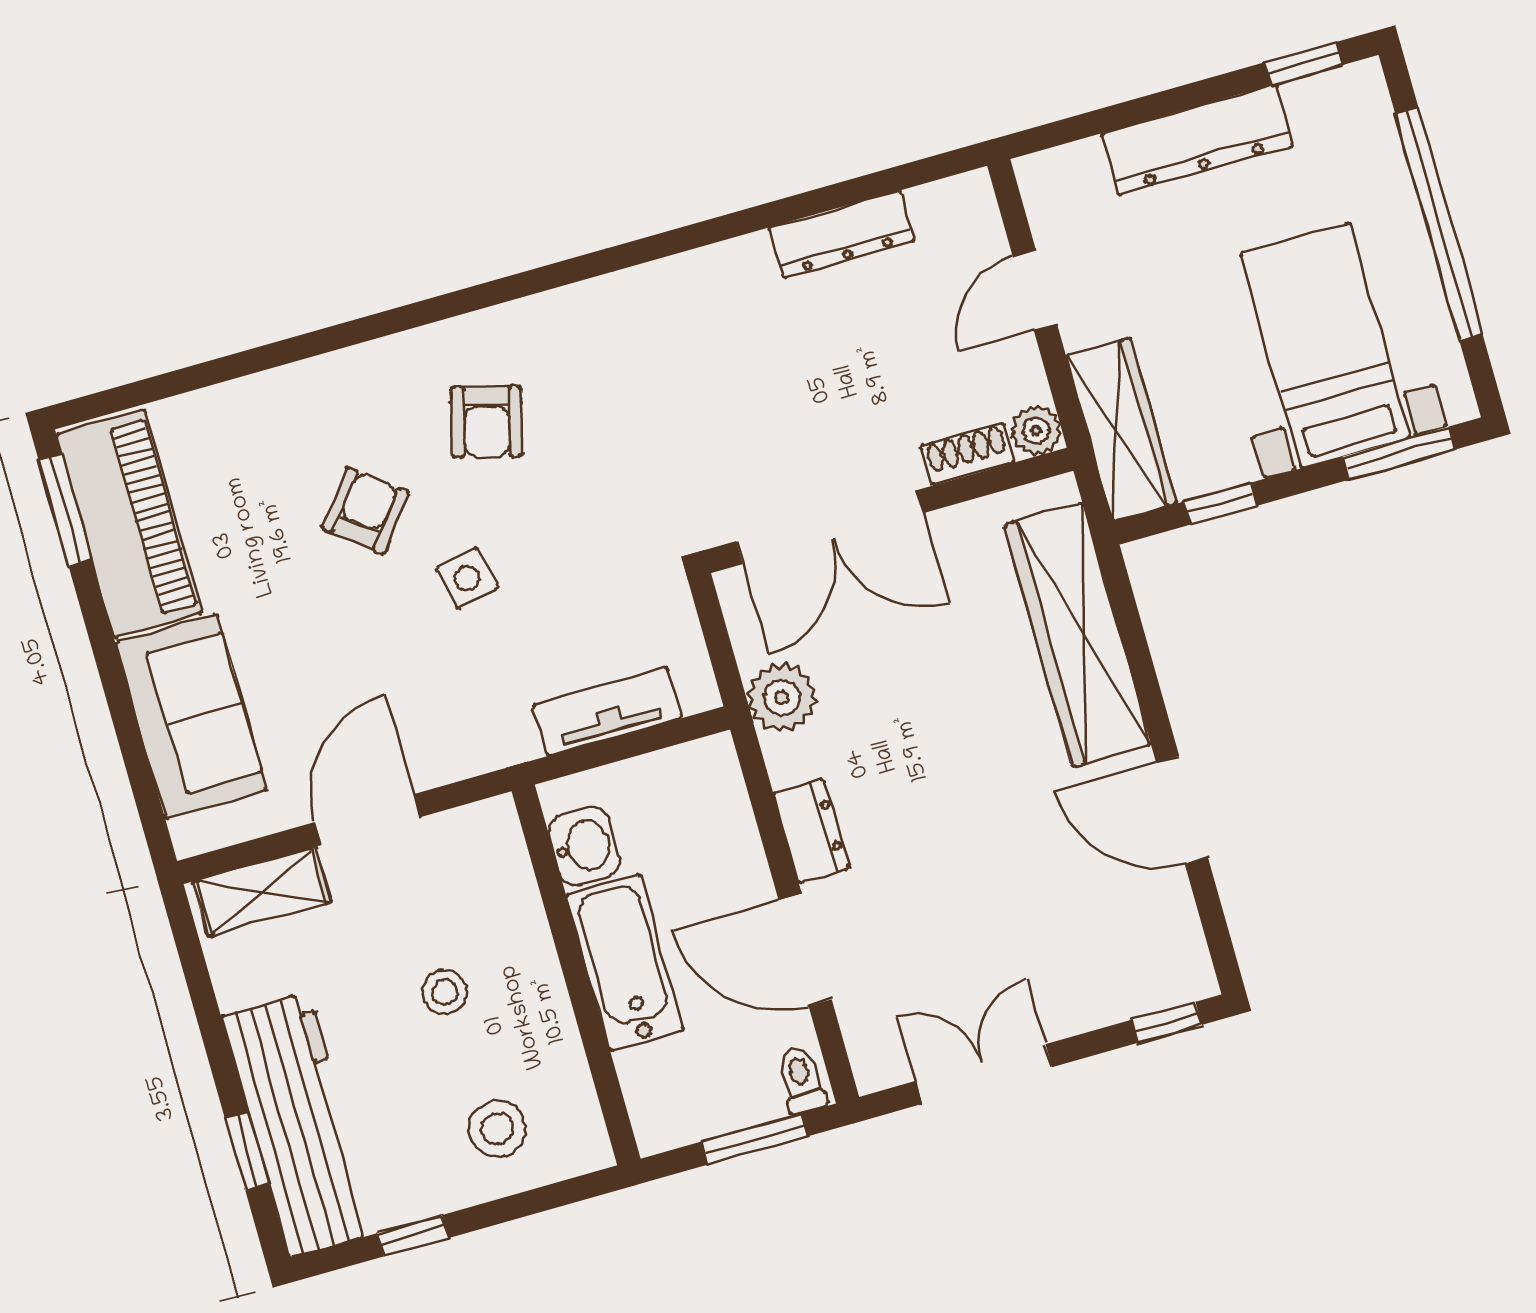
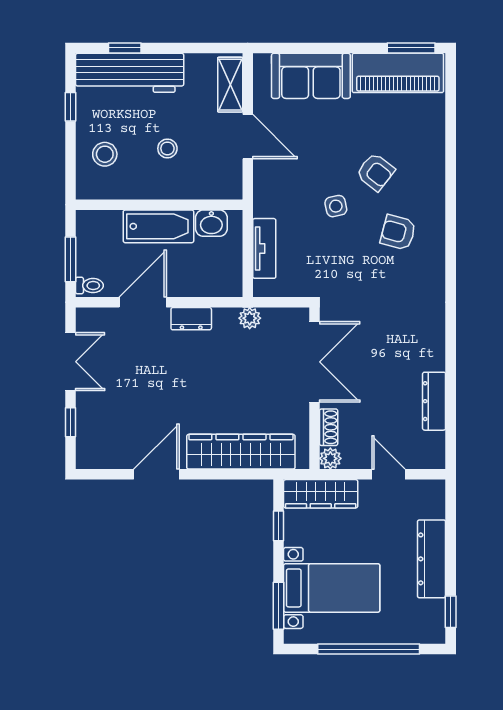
double door: (830, 527) -> (314, 362), swing flipped
plant: (782, 697) -> (250, 318), width x0.73, depth x0.73
window: (1166, 1022) -> (70, 422), moved

